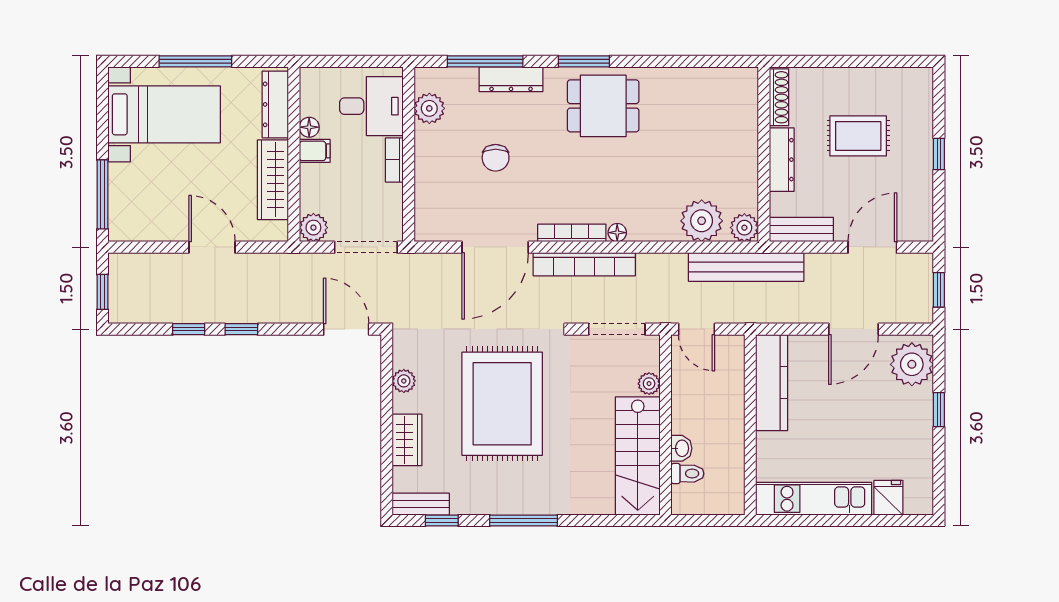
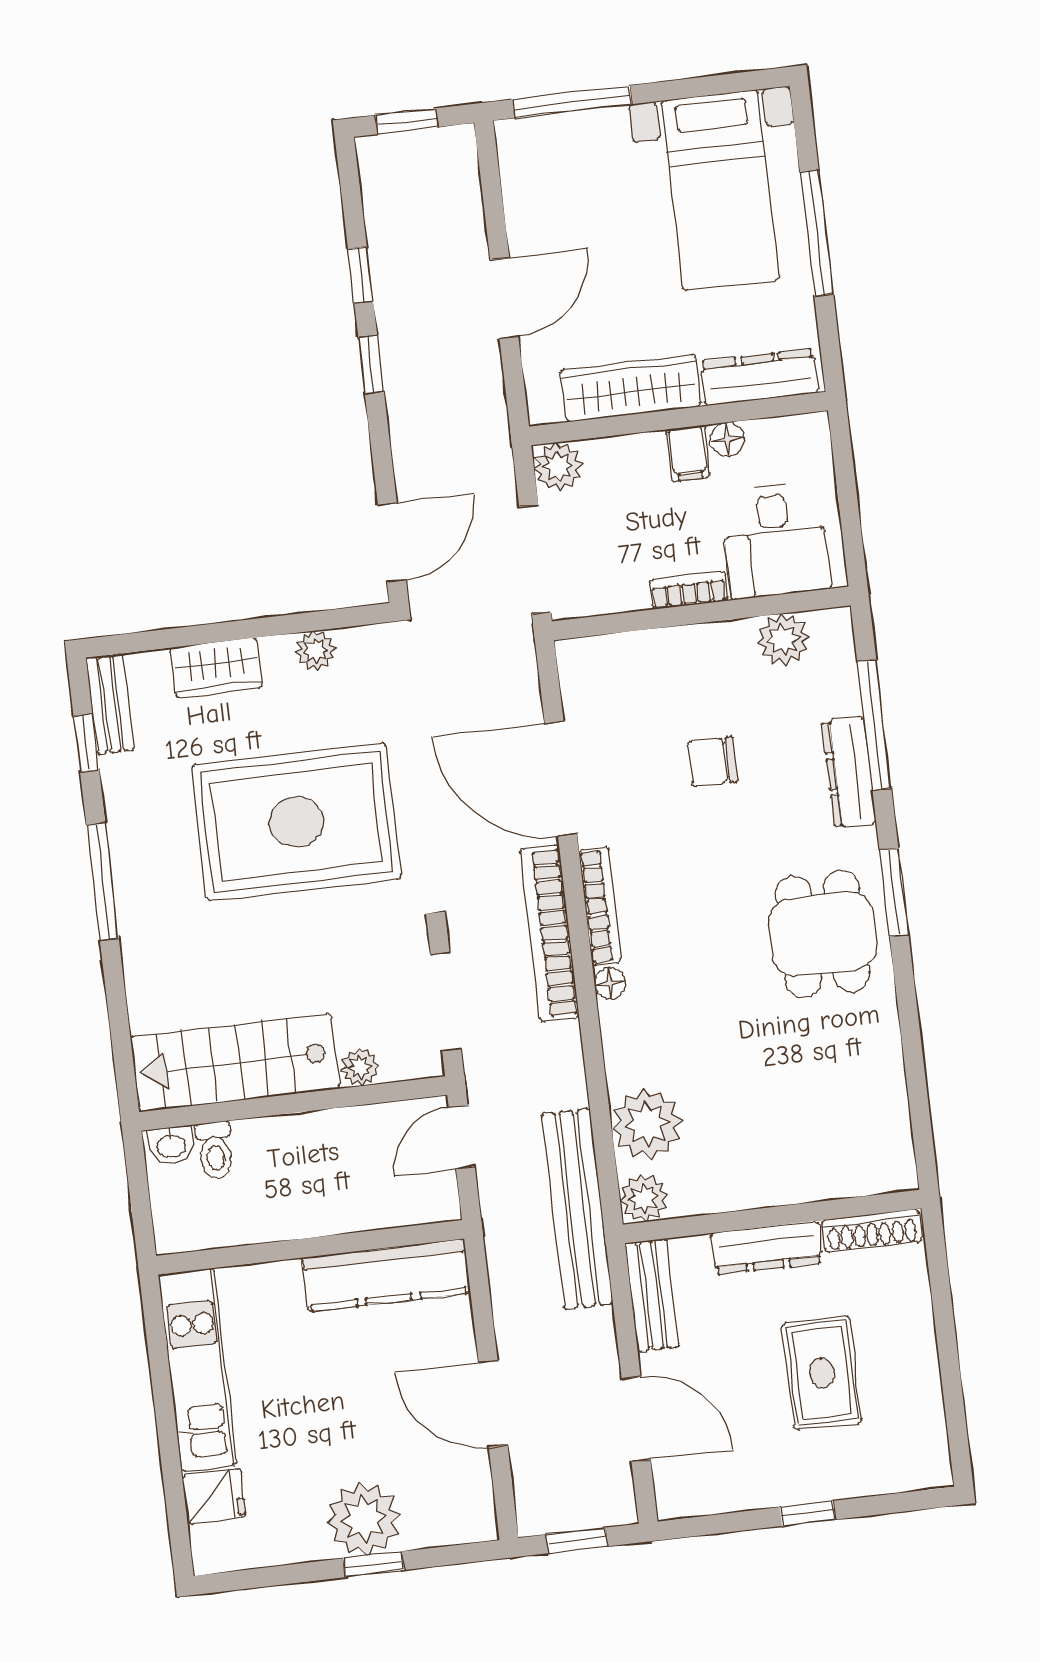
plant: (912, 364) -> (364, 1519), moved
washbasin: (681, 448) -> (171, 1145), moved

